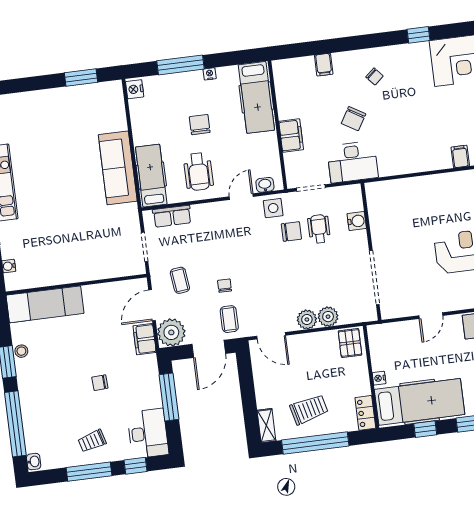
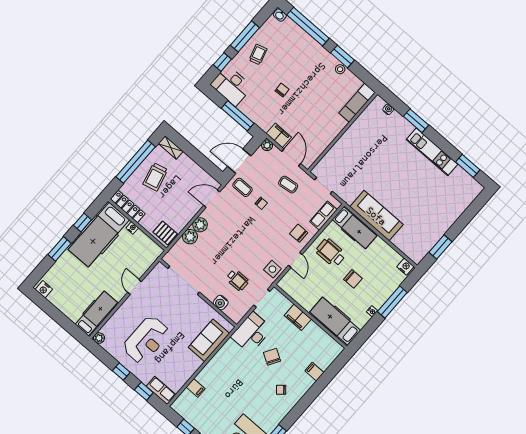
washbasin: (265, 185) -> (288, 278), removed
sofa: (403, 193) -> (209, 340), added
chair: (291, 231) -> (299, 233), moved, turned 90
exam couch: (45, 304) -> (357, 103), width x0.73, depth x0.69
plant: (171, 332) -> (267, 145), width x0.53, depth x0.53
door: (209, 349) -> (239, 161), hinge flipped
locker: (365, 413) -> (128, 207), width x1.53

